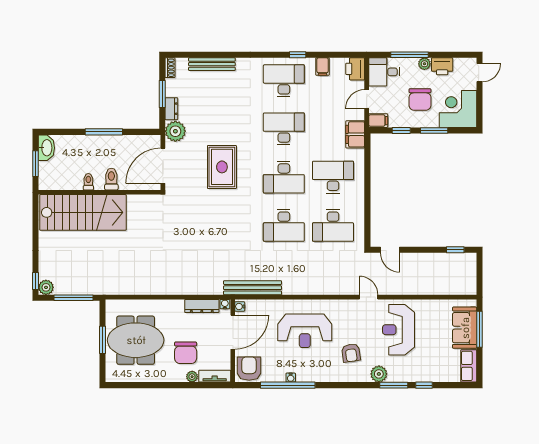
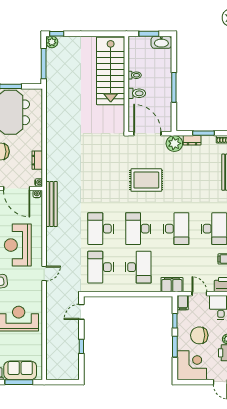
window: (455, 250) -> (81, 346), moved
door: (369, 297) -> (44, 273), moved
dresser: (202, 306) -> (37, 160), width x0.70

